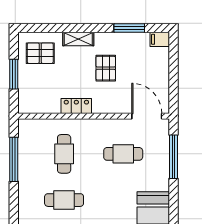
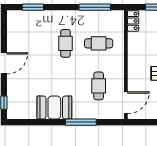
locker: (76, 106) -> (133, 21), moved
window: (174, 157) -> (81, 122), moved

